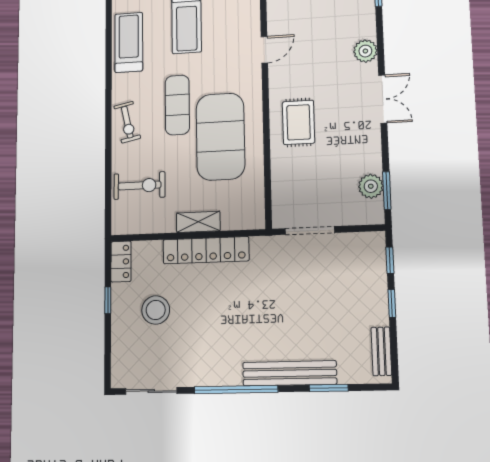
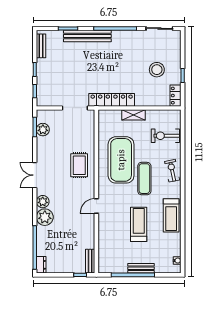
plant: (360, 23) -> (45, 217), added
locker: (206, 250) -> (112, 100), moved

